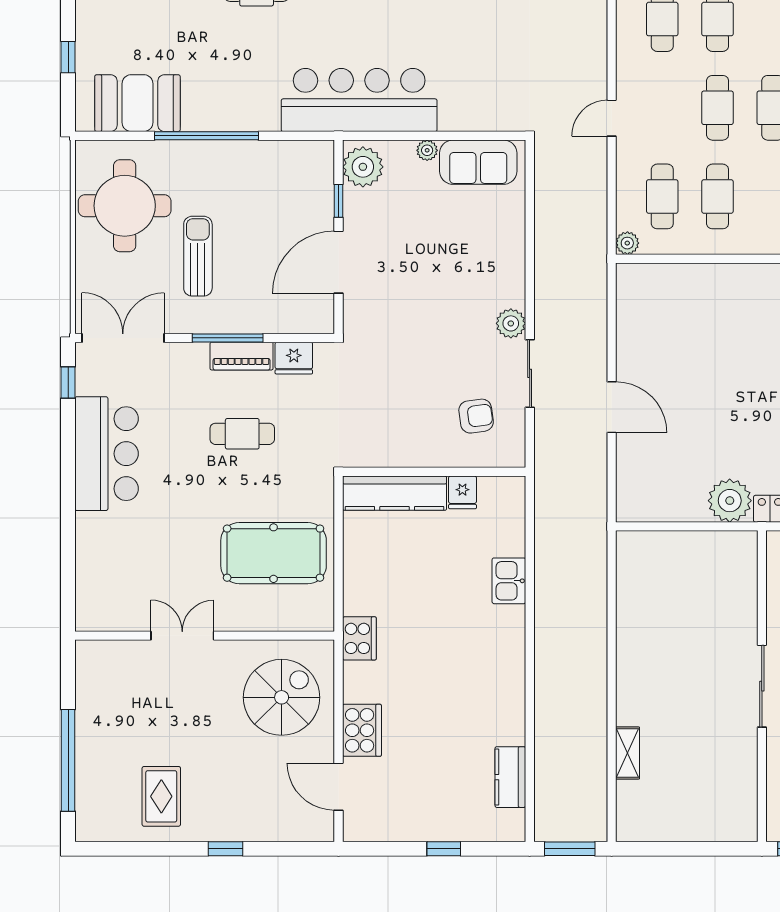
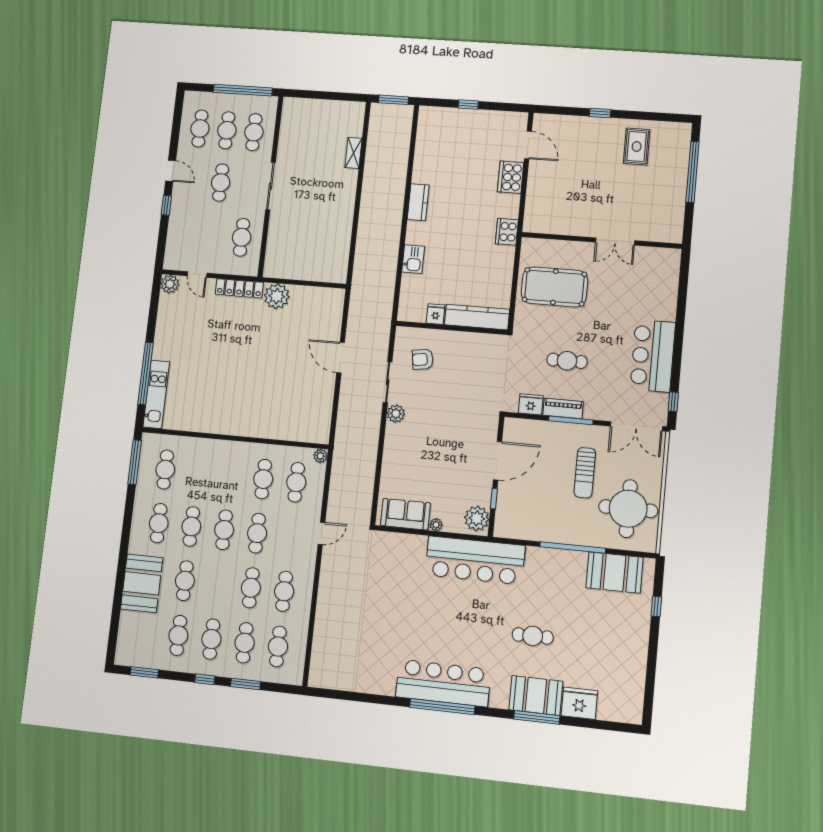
spiral stairs: (282, 697) -> (558, 200), removed
kitchen counter: (510, 777) -> (418, 202), moved

